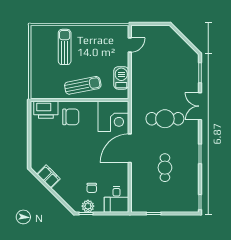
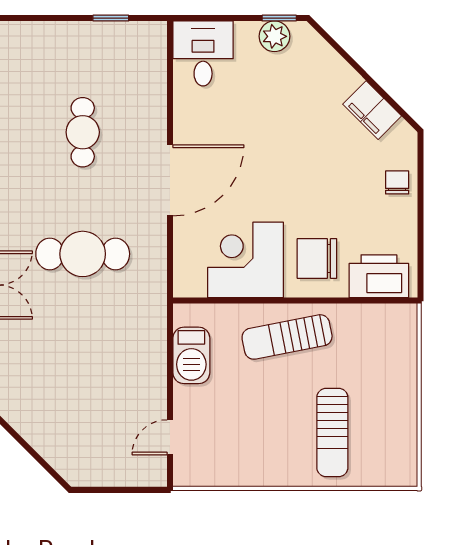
corner desk: (113, 116) -> (245, 260), moved
chair: (92, 188) -> (397, 182), moved

